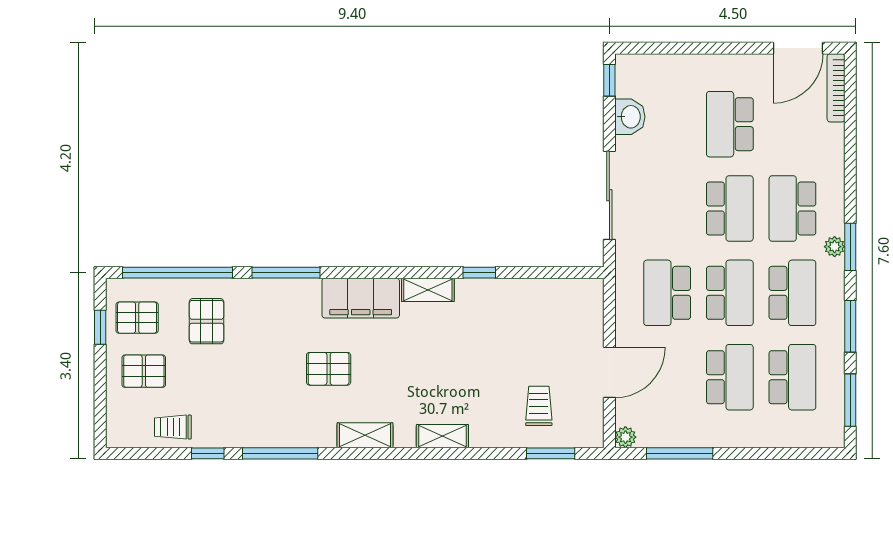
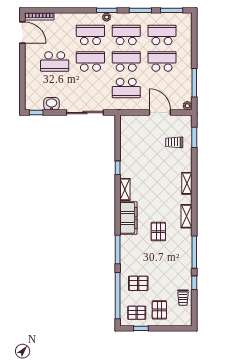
school desk: (792, 208) -> (90, 35), turned 180
pallet: (137, 318) -> (137, 313), turned 90

